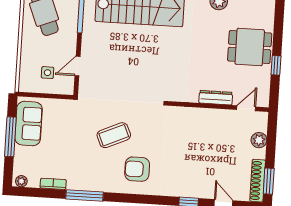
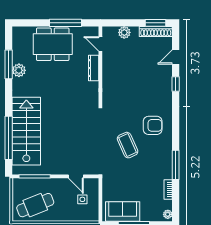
dining table: (250, 47) -> (53, 44), width x1.37
window: (276, 65) -> (66, 23), width x2.17
armchair: (137, 169) -> (153, 125), turned -90

